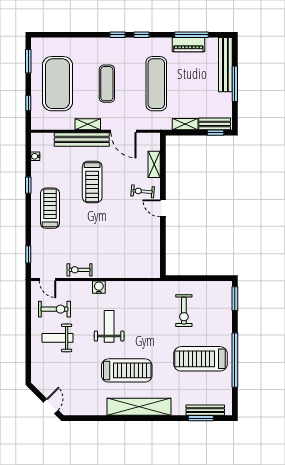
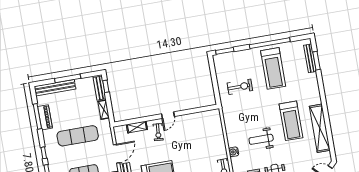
treadmill: (127, 370) -> (291, 121), turned 180
shelving: (139, 407) -> (320, 128), moved

